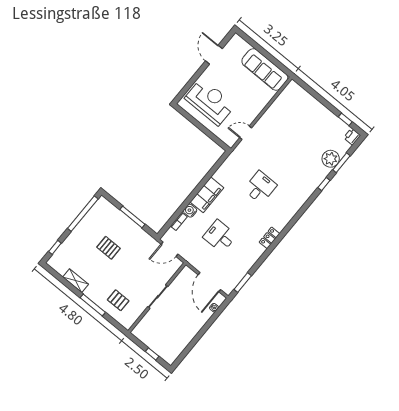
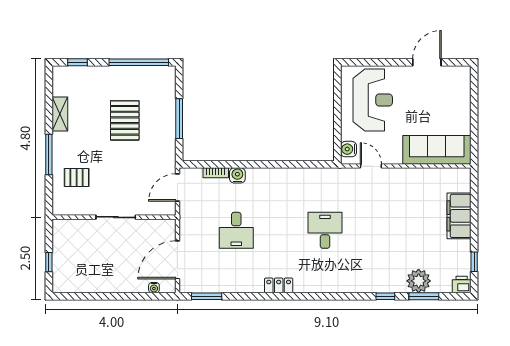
sofa: (265, 69) -> (437, 150), moved, turned 90
water cooler: (226, 137) -> (348, 149), added
desk: (260, 187) -> (325, 230), turned -90
filing cabinet: (207, 195) -> (459, 216), moved, turned 90
desk: (220, 236) -> (236, 230), turned 180
pallet: (108, 248) -> (125, 120), width x1.50, depth x1.42
door: (169, 249) -> (177, 187), hinge flipped
pallet: (118, 300) -> (77, 178), turned 90

